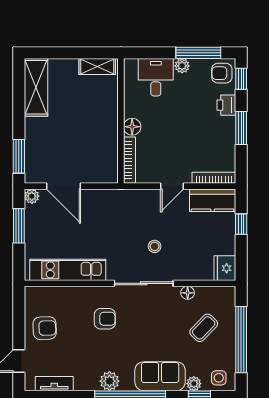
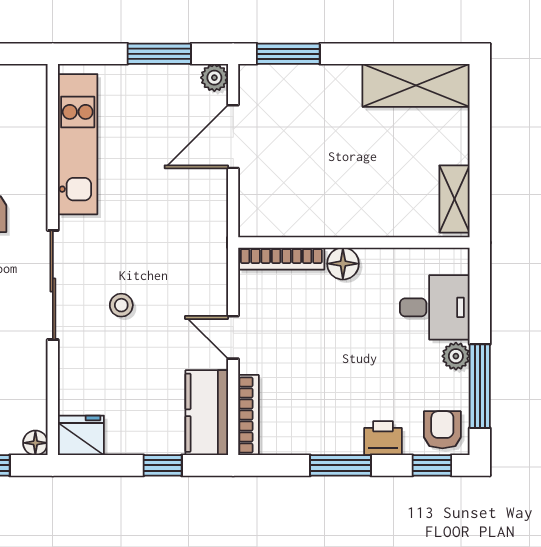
floor lamp: (188, 293) -> (35, 443), moved

